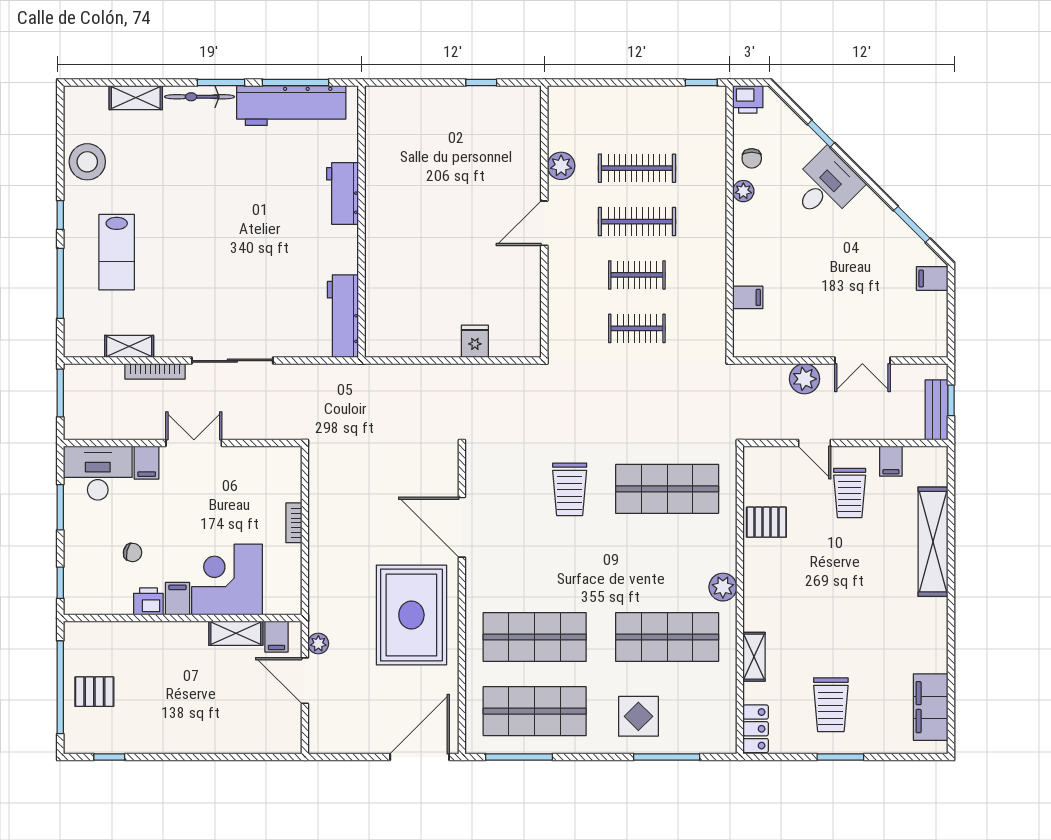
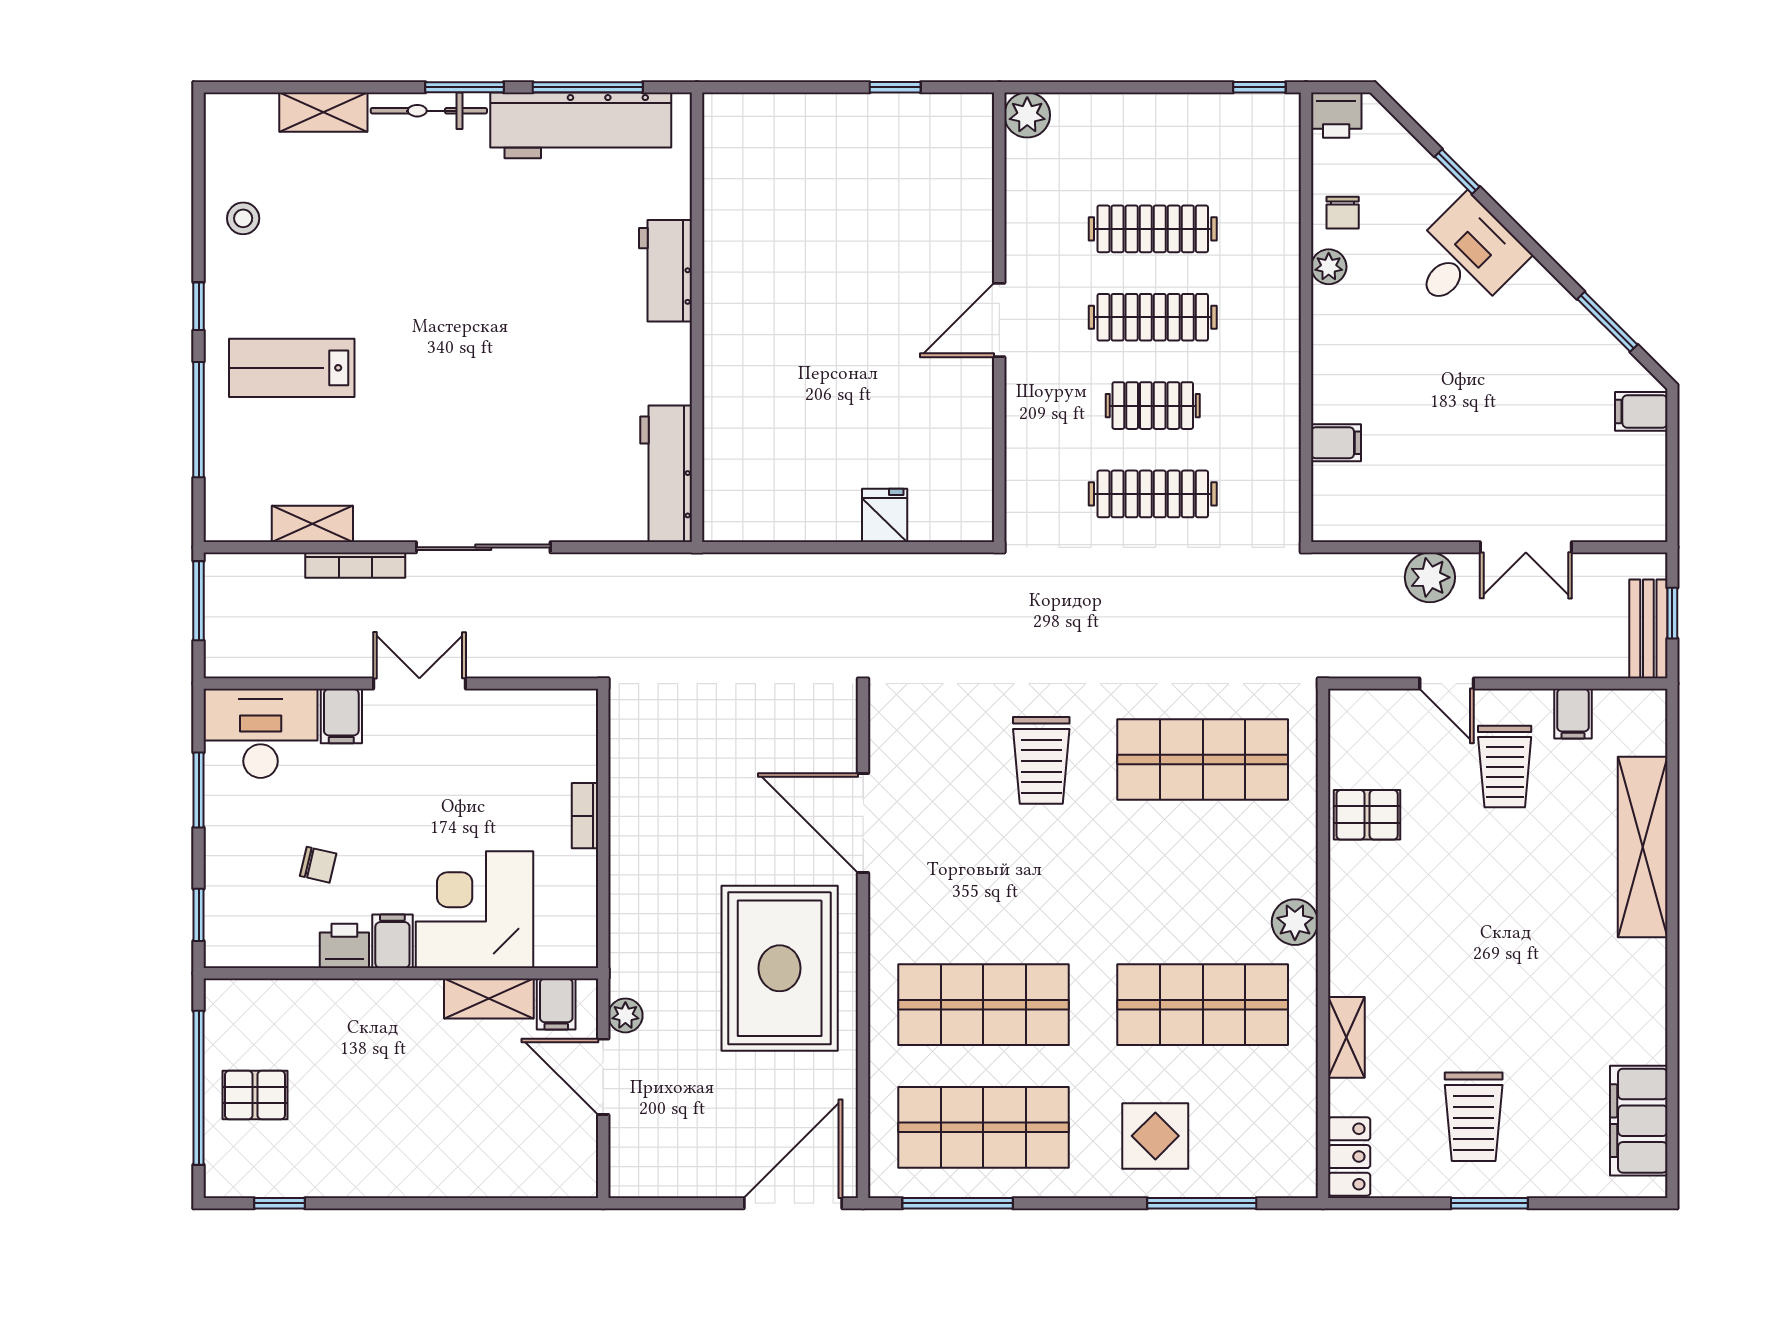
stool: (87, 162) -> (243, 218), width x0.53, depth x0.53
plant: (561, 166) -> (1027, 115), moved
lab bench: (117, 252) -> (292, 368), turned 90
clothes rail: (637, 328) -> (1153, 494), width x1.36

